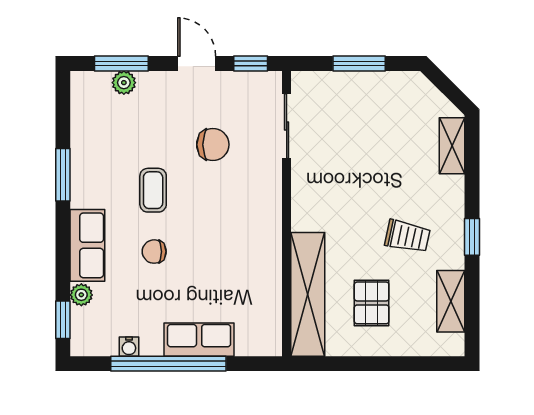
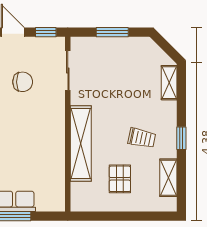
shelving: (308, 294) -> (81, 143), moved

